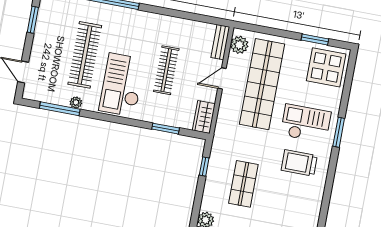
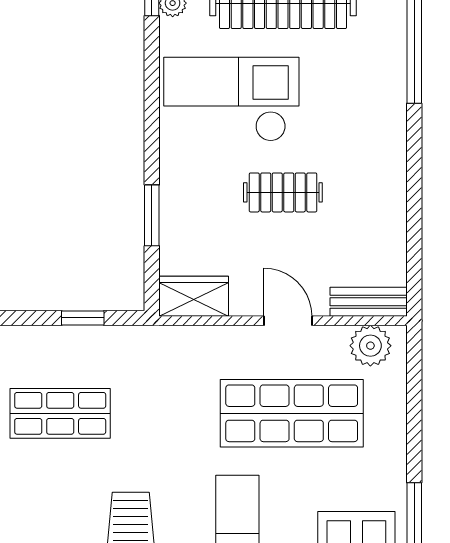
clothes rail: (166, 70) -> (283, 192), width x0.73
shop shelf: (262, 84) -> (292, 413), width x0.71

